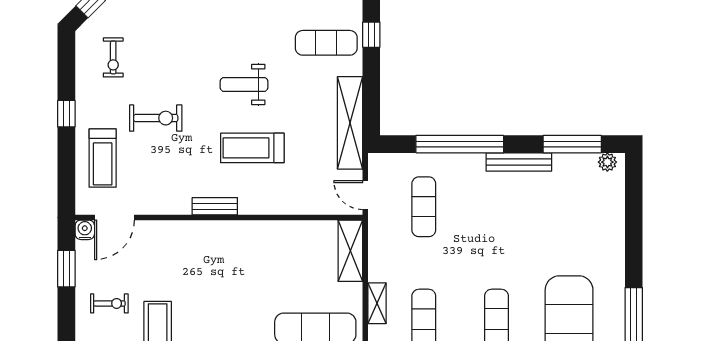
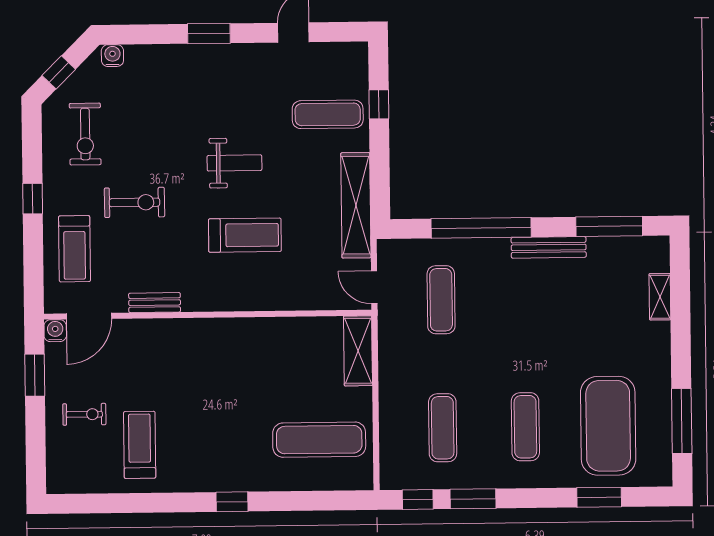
exercise bike: (113, 57) -> (85, 134), width x1.38, depth x1.39
weight bench: (244, 84) -> (235, 163), turned 180
treadmill: (252, 148) -> (245, 235), turned 180
plant: (607, 162) -> (650, 246), removed
bench: (215, 206) -> (155, 303), moved
shelving: (377, 303) -> (660, 297), moved

